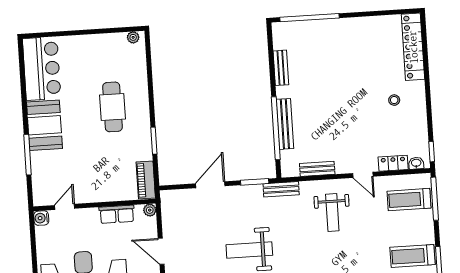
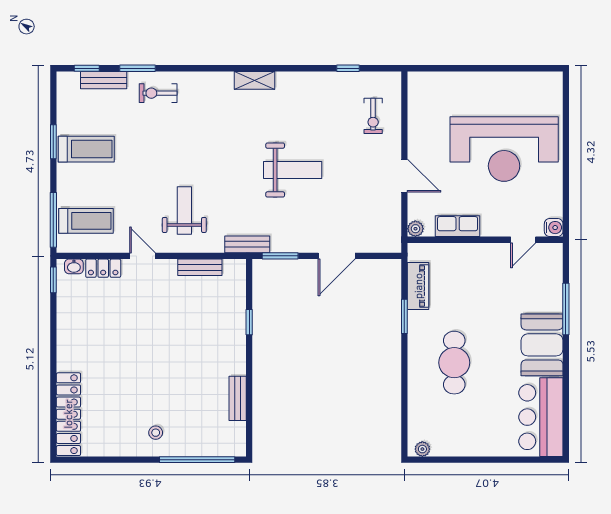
stool: (394, 100) -> (156, 433), moved
bench: (285, 124) -> (237, 327), removed
window: (276, 128) -> (249, 322), width x0.32
piano: (146, 180) -> (418, 286), moved

